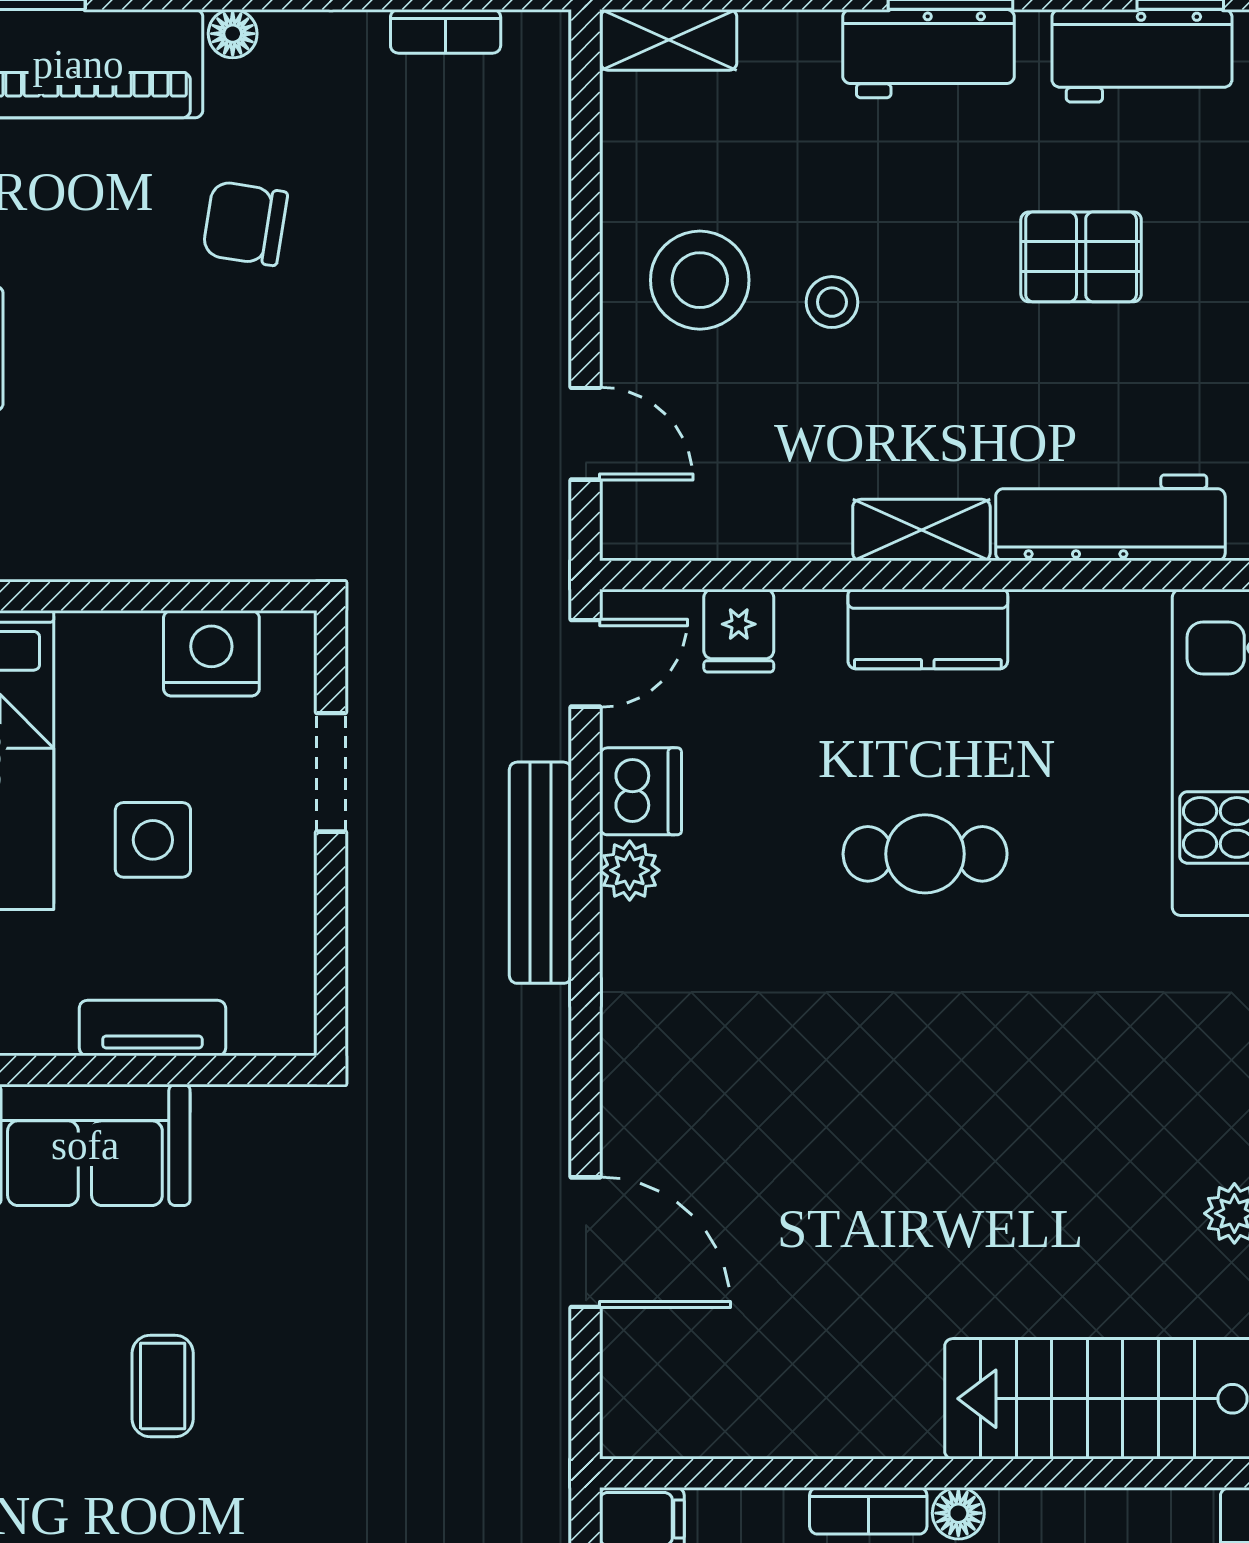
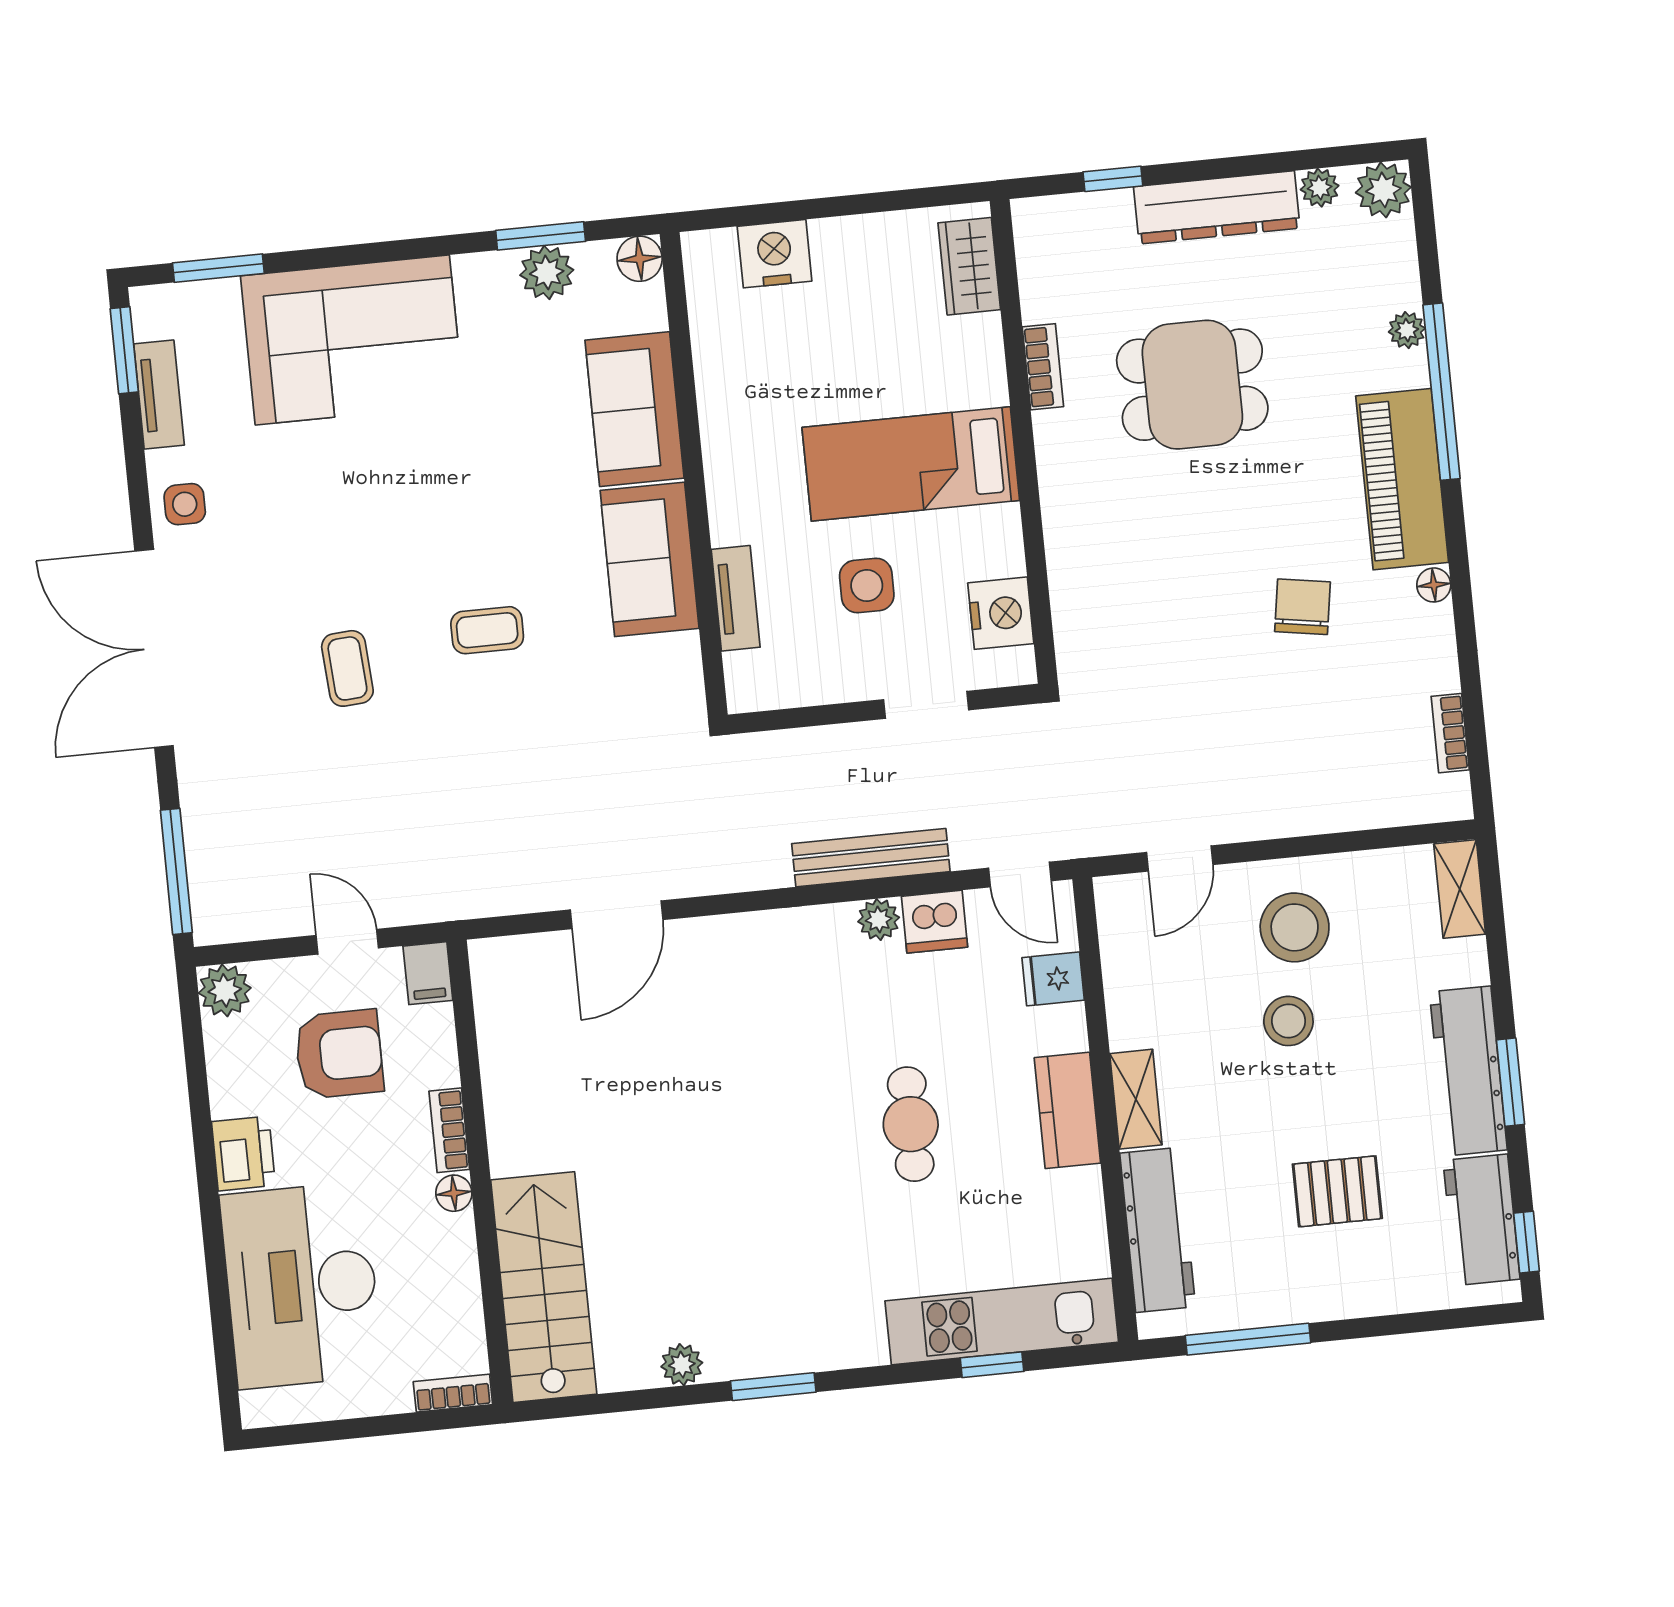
workbench: (929, 54) -> (1468, 1071), width x1.38
pallet: (1081, 257) -> (1337, 1191), turned 90
stool: (832, 302) -> (1288, 1021), width x1.37, depth x1.37

